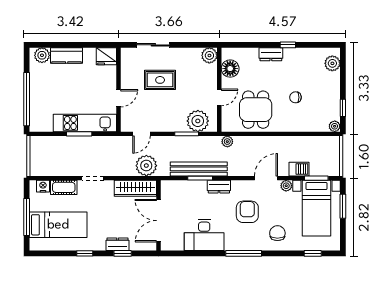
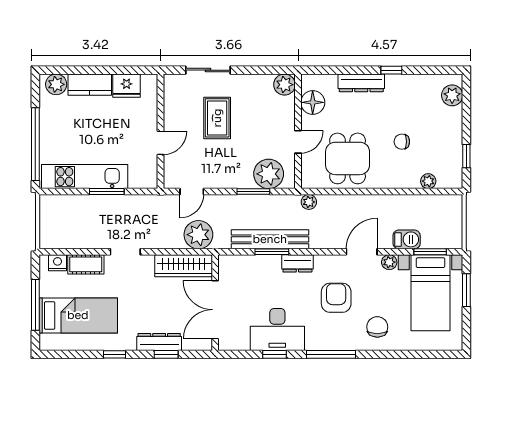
dresser: (271, 54) -> (361, 83), width x1.44
fridge: (106, 56) -> (127, 86), moved
rug: (160, 80) -> (217, 118), turned 90
kitchen unit: (85, 123) -> (85, 177), moved
plant: (335, 126) -> (428, 181), moved
dresser: (117, 244) -> (159, 342), width x1.44
window: (313, 253) -> (274, 354), moved

